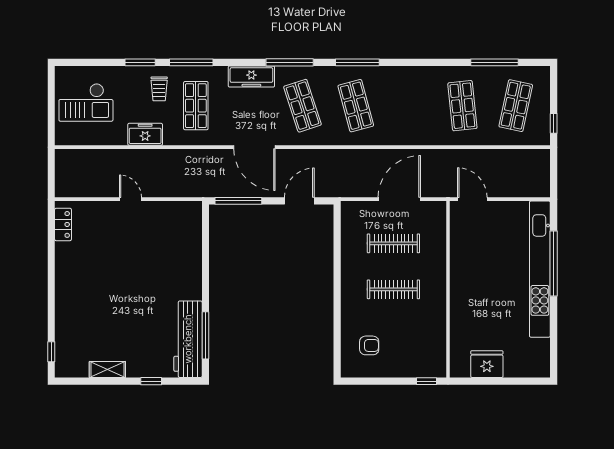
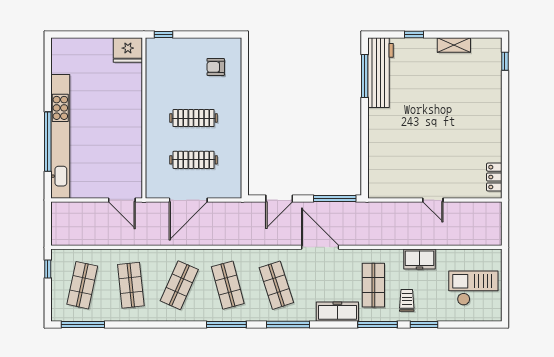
window: (495, 62) -> (83, 325), moved
freezer: (251, 76) -> (337, 312), moved
shop shelf: (409, 106) -> (179, 285), added
fridge: (487, 364) -> (128, 50), moved

